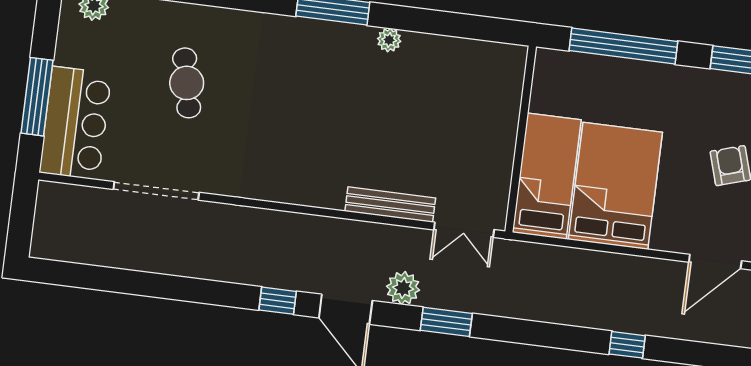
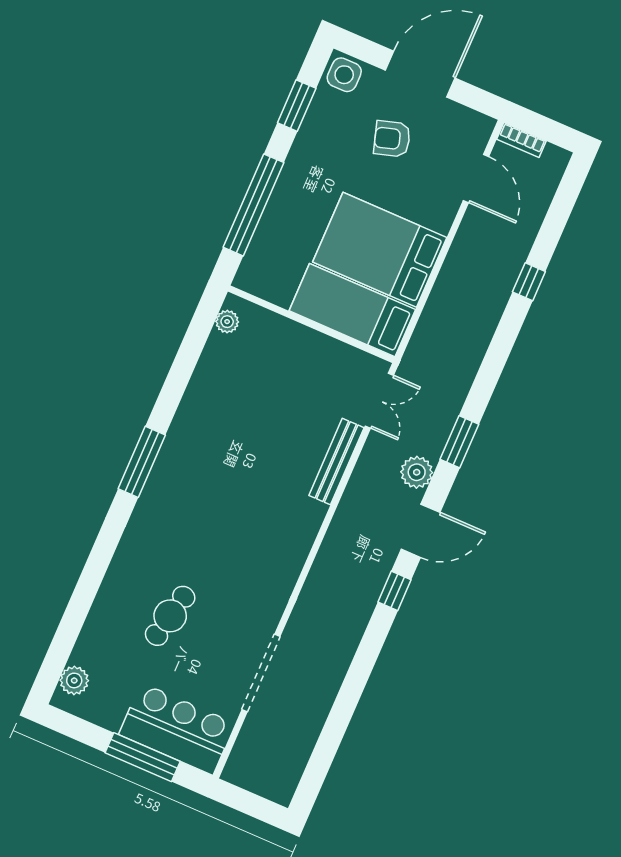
plant: (389, 40) -> (227, 322), moved
cafe table: (187, 83) -> (170, 616), turned -66

